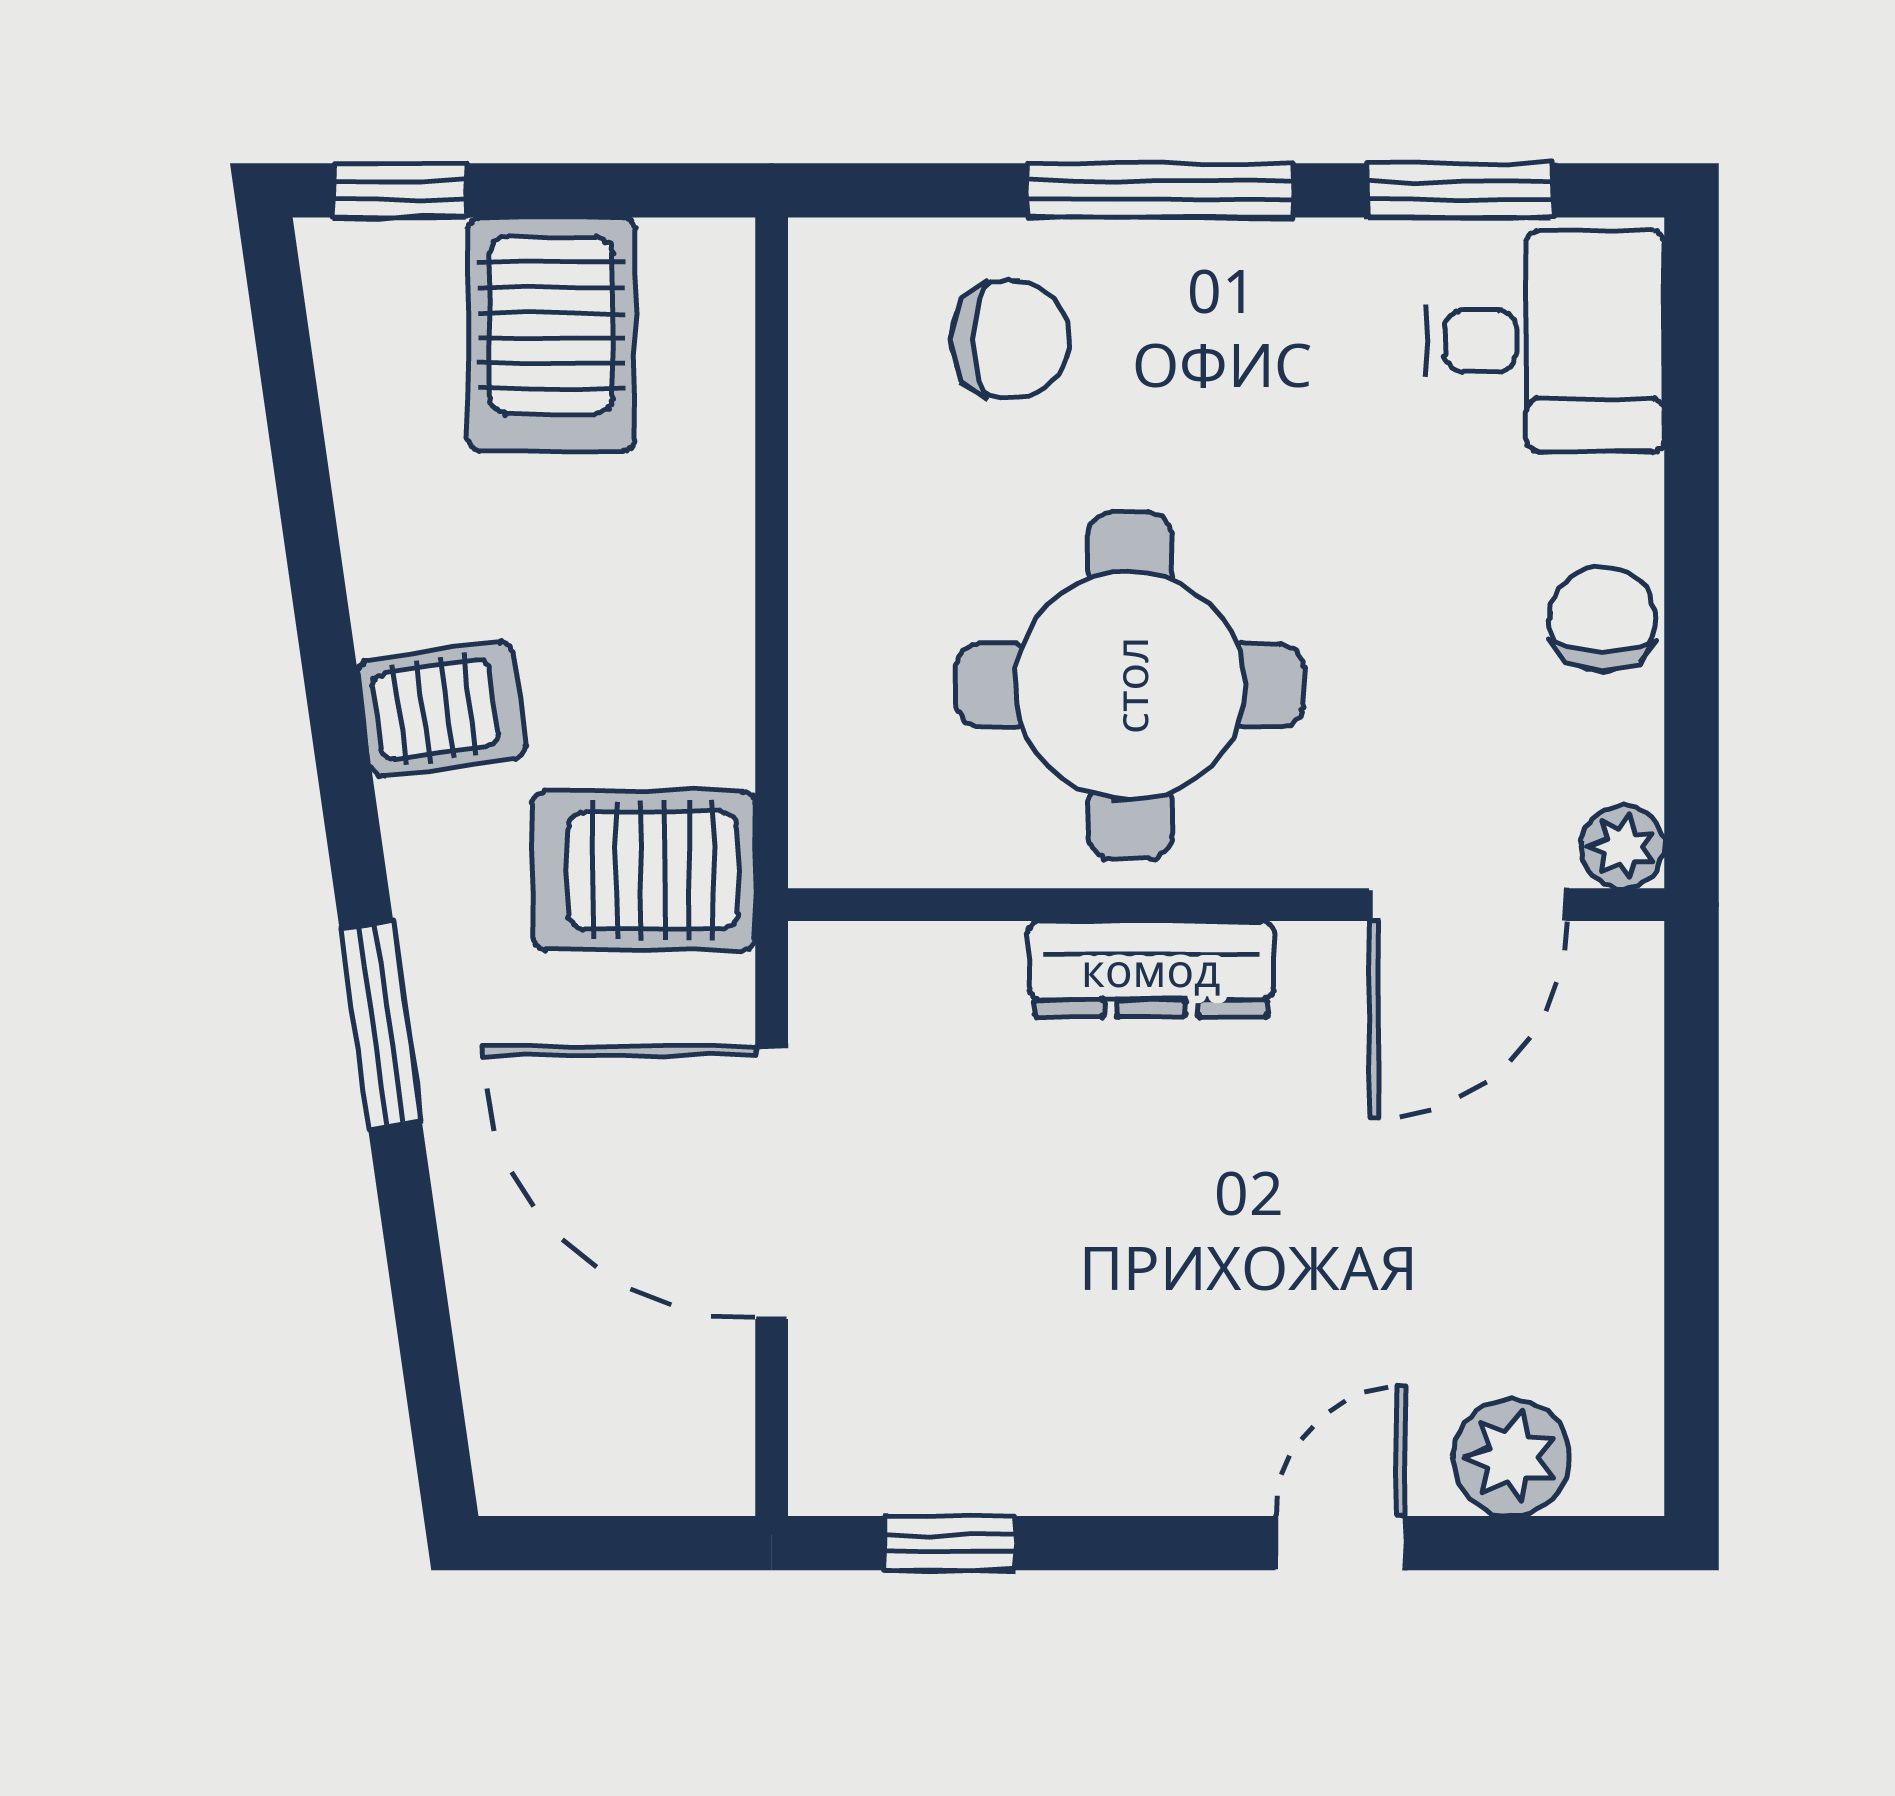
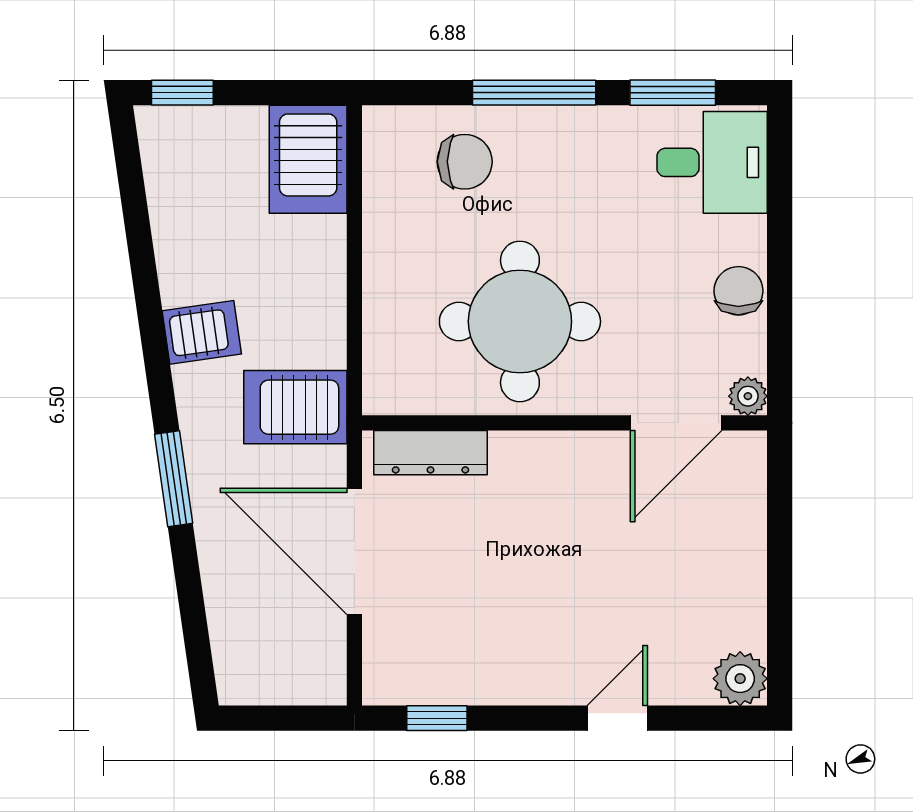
server rack: (551, 335) -> (308, 159), moved
dresser: (1151, 969) -> (430, 453), moved
plant: (1511, 1458) -> (740, 679), moved

